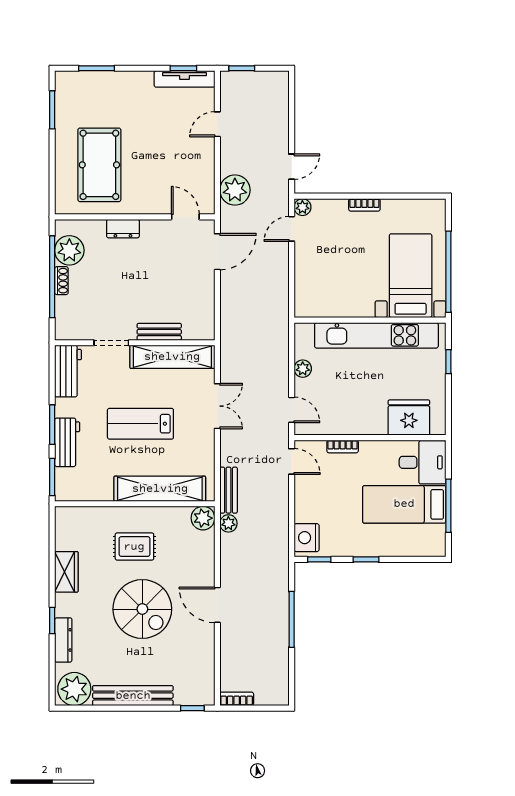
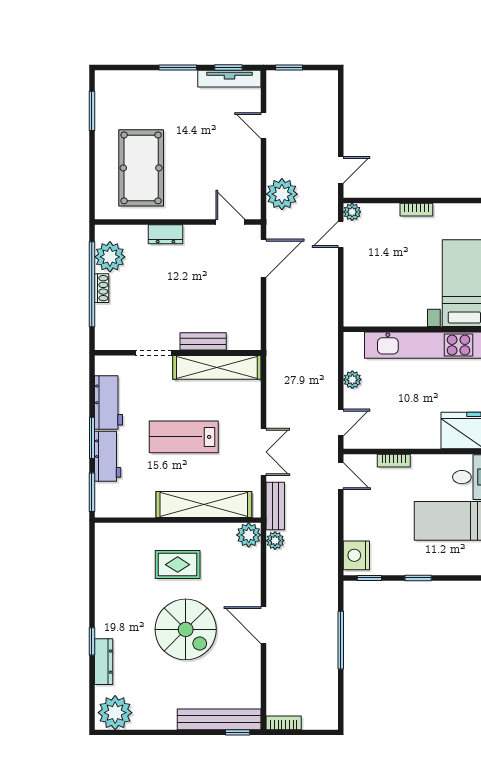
window: (97, 68) -> (178, 68), moved
door: (217, 124) -> (264, 126), hinge flipped
workbench: (68, 371) -> (108, 402), moved
double door: (217, 406) -> (264, 452), moved
door: (292, 410) -> (341, 422), hinge flipped
wardrobe: (66, 572) -> (107, 591), removed
bench: (133, 696) -> (219, 719), moved

